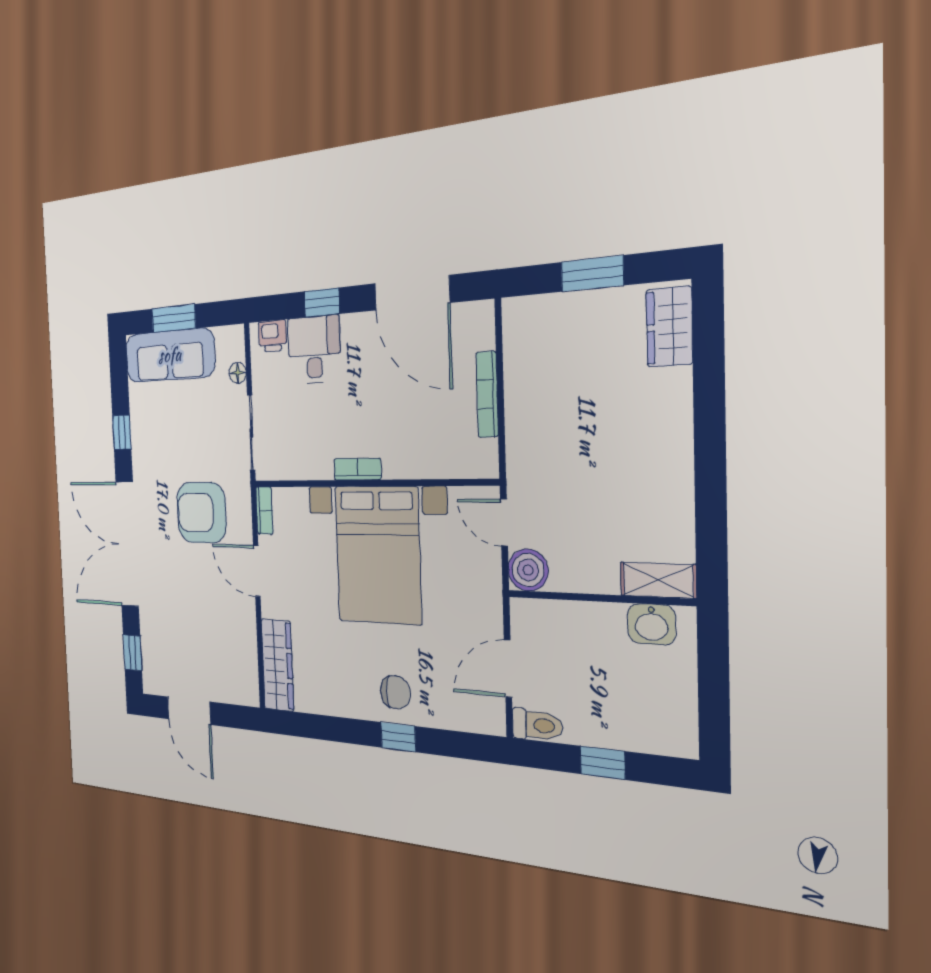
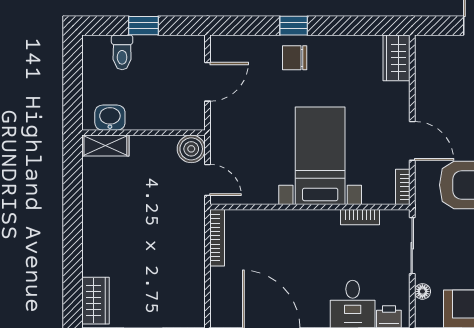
bookcase: (487, 394) -> (217, 238), moved
bookcase: (357, 469) -> (360, 217), moved
bed with nightstands: (378, 555) -> (320, 156), width x0.73
wardrobe: (277, 665) -> (397, 58), width x0.67
toilet: (537, 725) -> (122, 52), moved, turned -90

